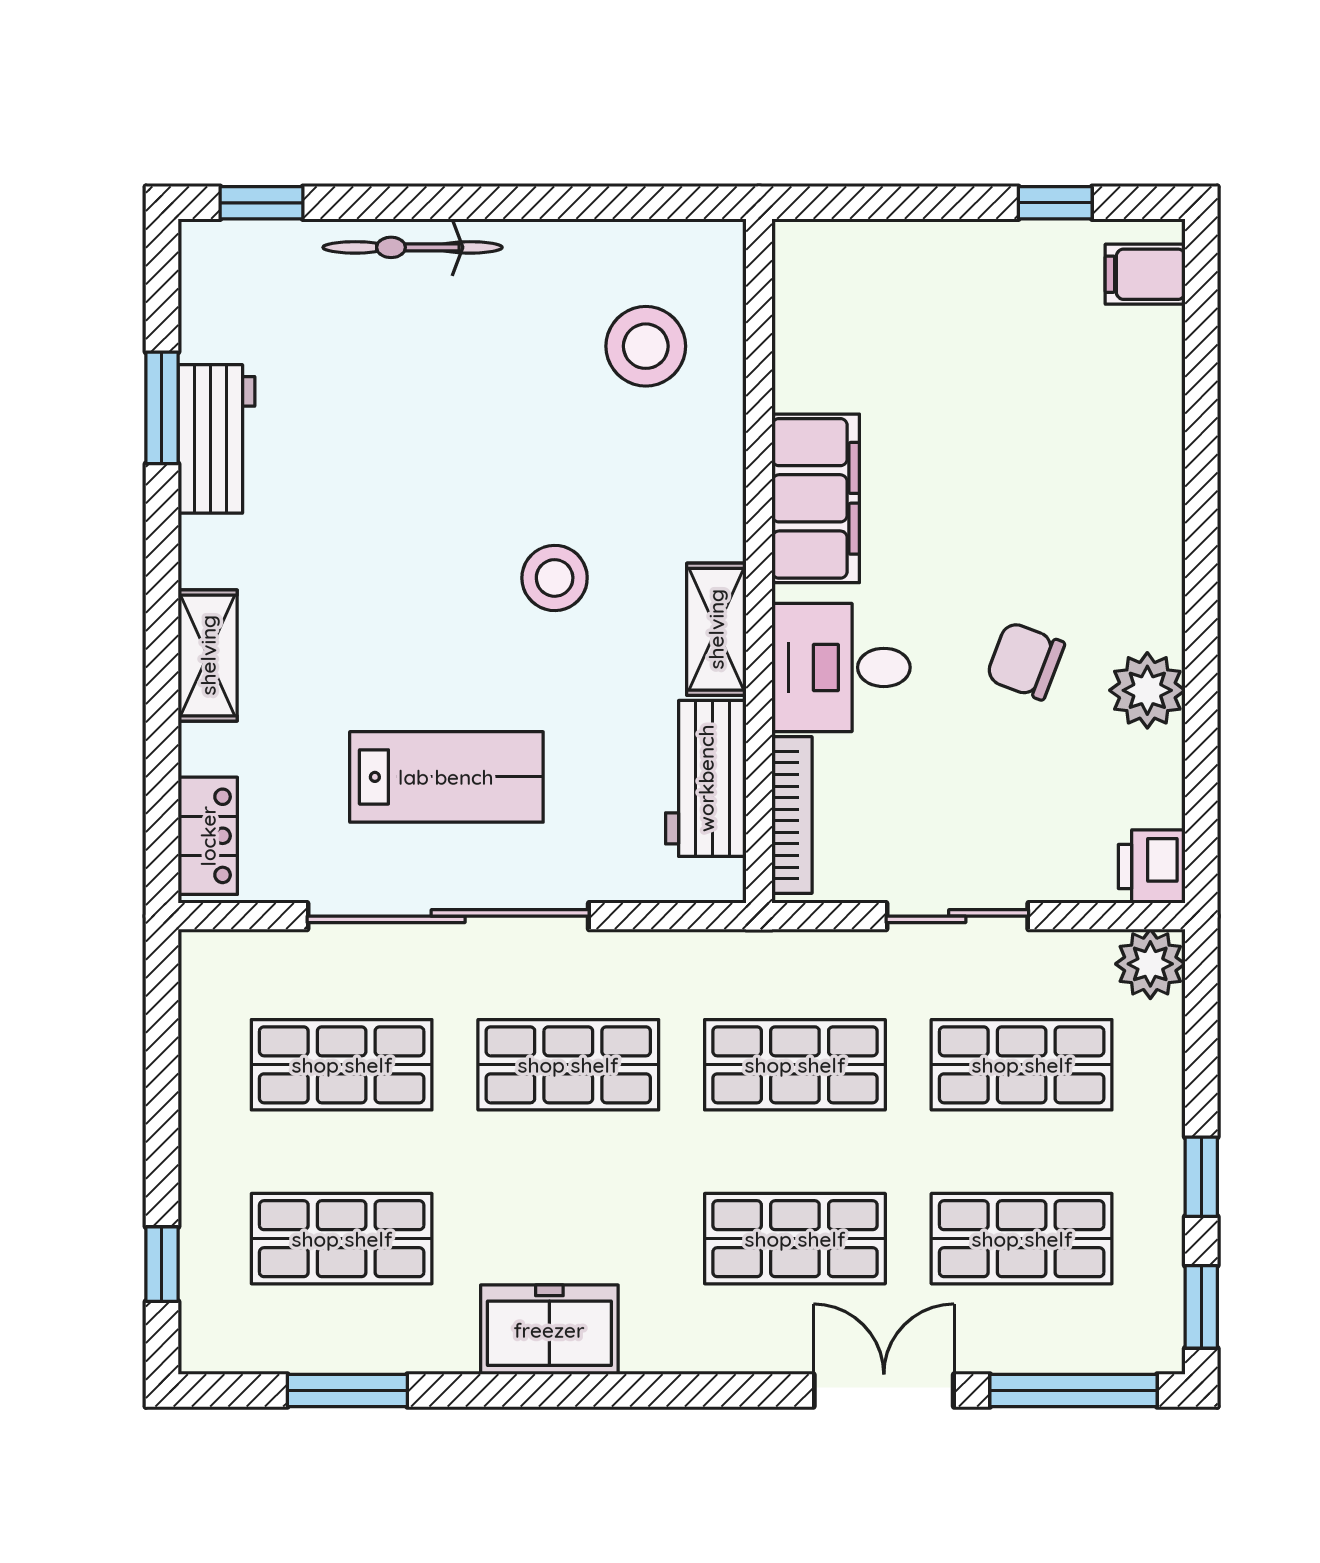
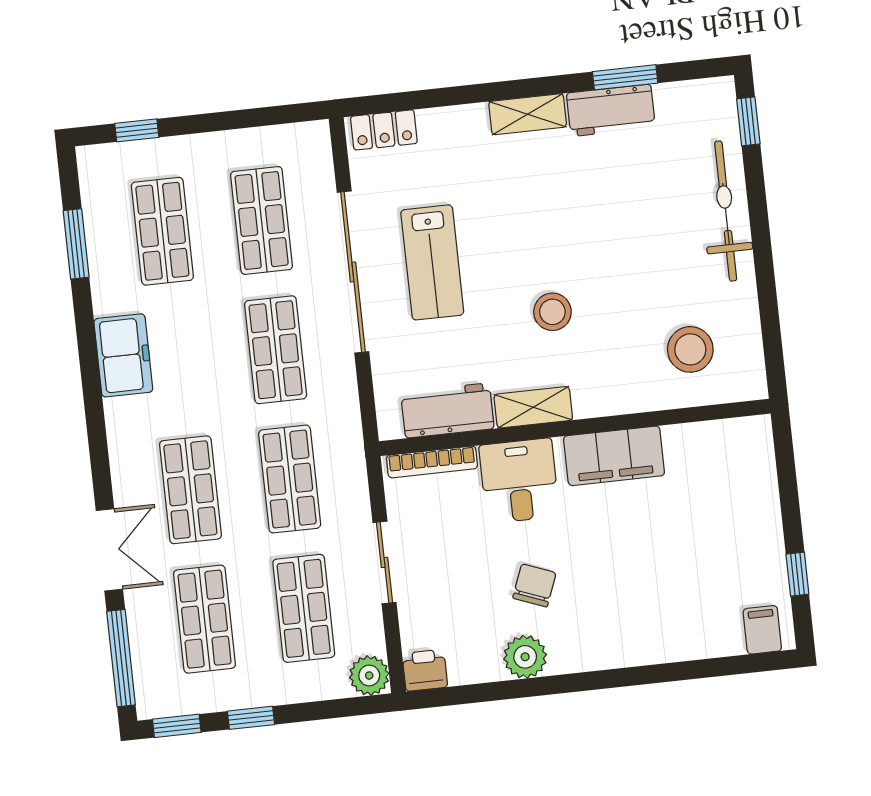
bicycle: (413, 247) -> (726, 211), width x1.37, depth x1.40
shelving: (208, 655) -> (528, 114), moved

